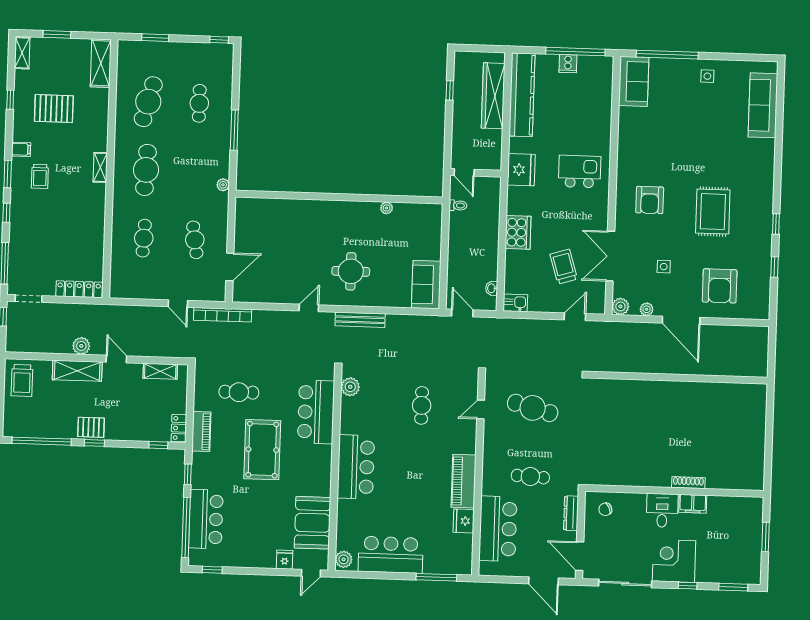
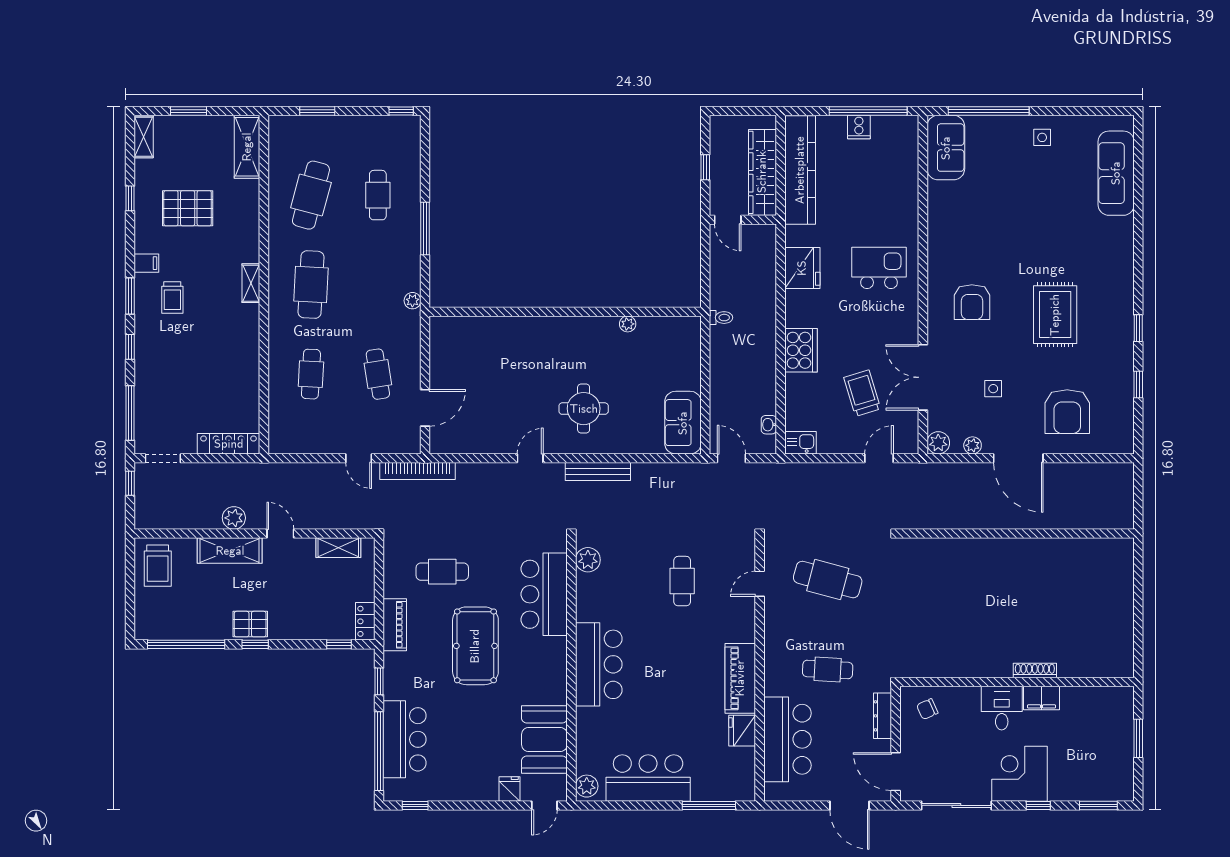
door: (464, 172) -> (728, 220), moved
wall: (476, 173) -> (743, 220), moved

